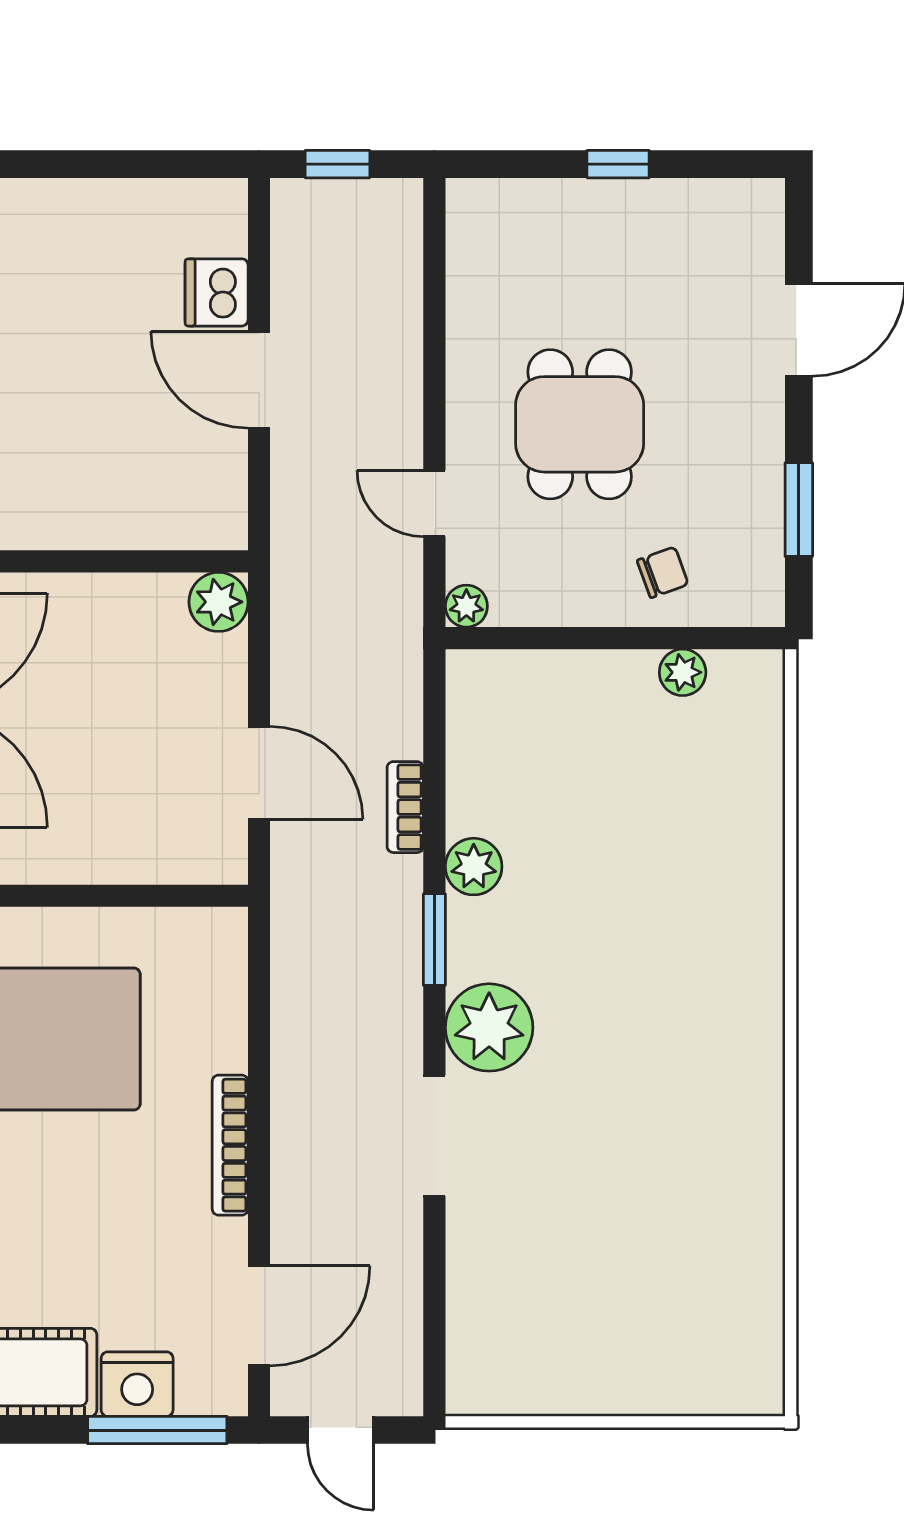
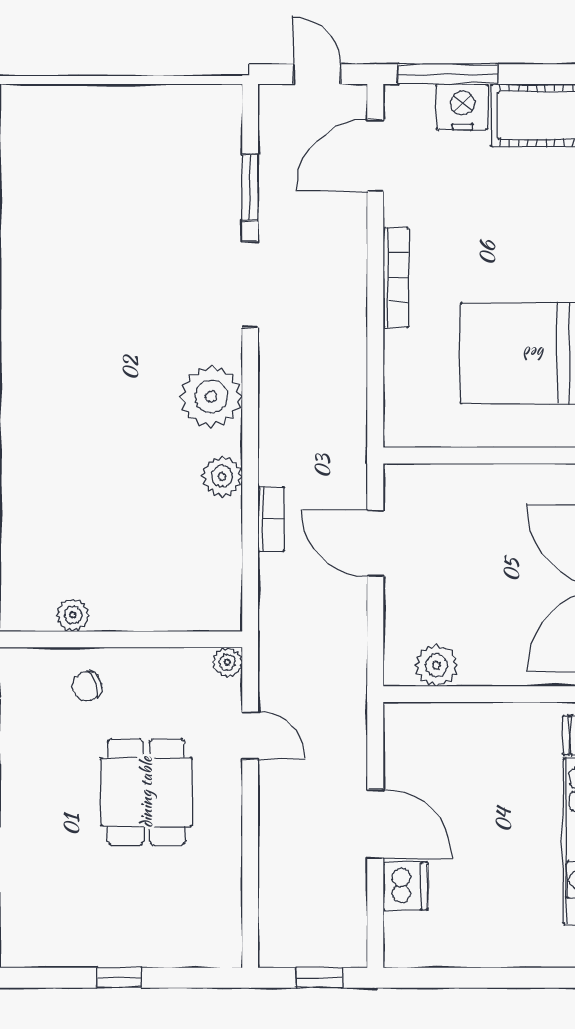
plant: (219, 602) -> (436, 665), moved
window: (434, 940) -> (250, 188), moved
plant: (489, 1027) -> (211, 397), moved

